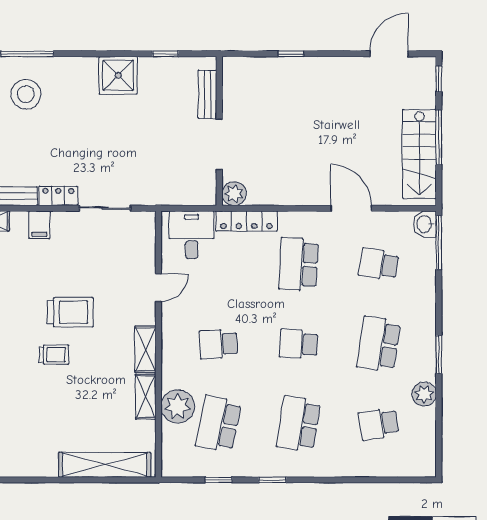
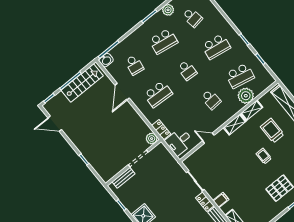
locker: (246, 221) -> (161, 130), width x0.66
trolley: (70, 312) -> (272, 130), moved

